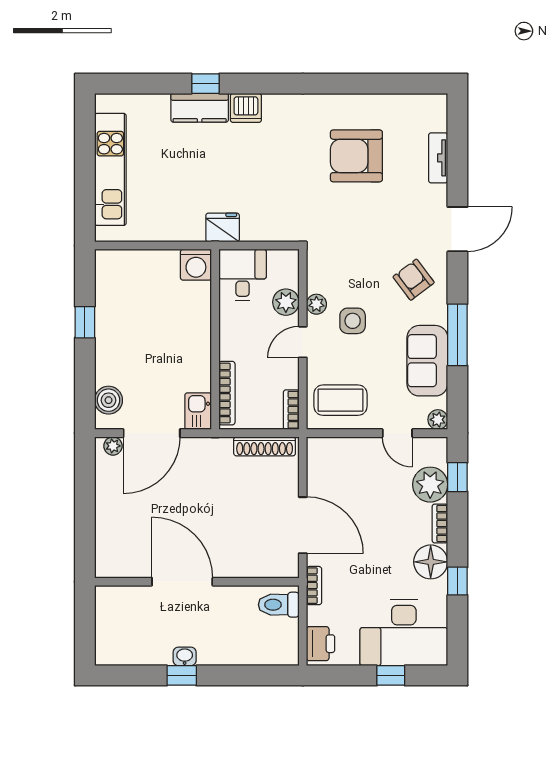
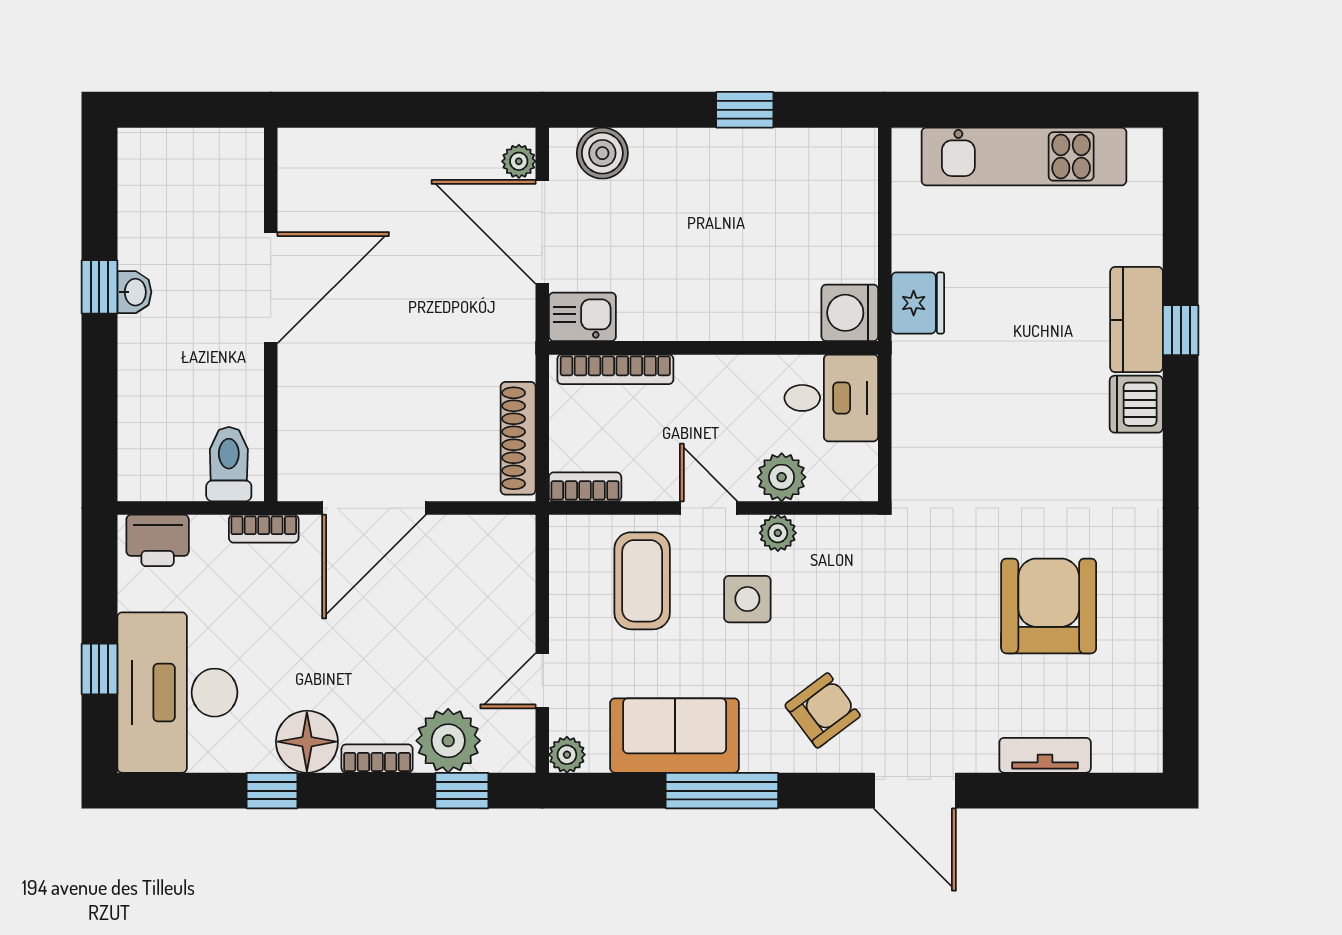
fridge: (223, 228) -> (918, 303), moved
coffee table: (340, 400) -> (642, 581), moved

